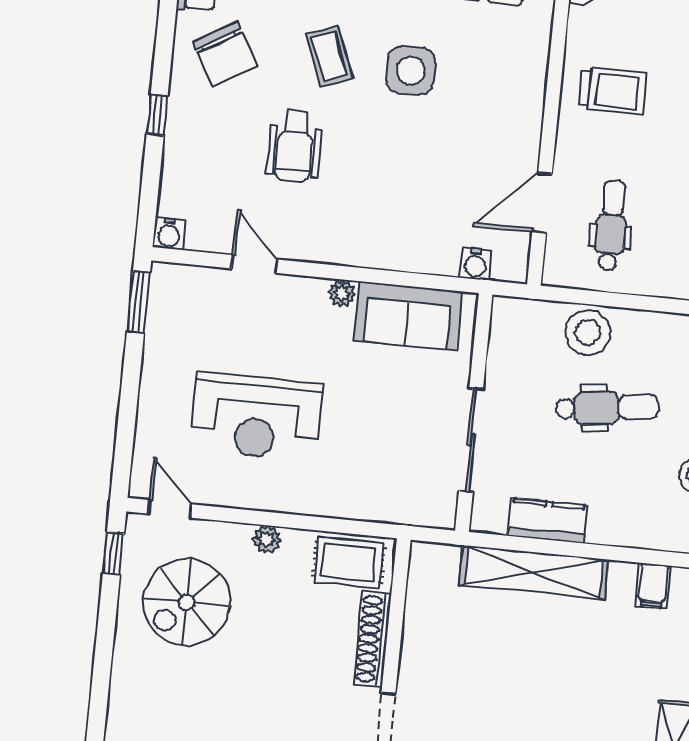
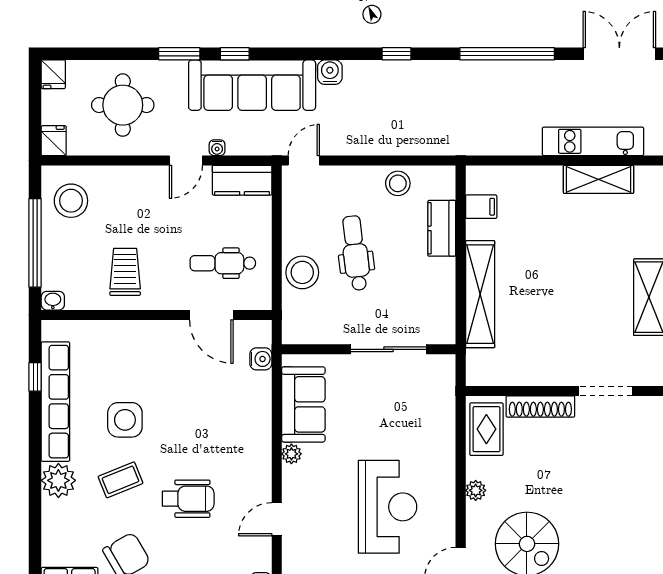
kitchen counter: (547, 521) -> (442, 228), moved

